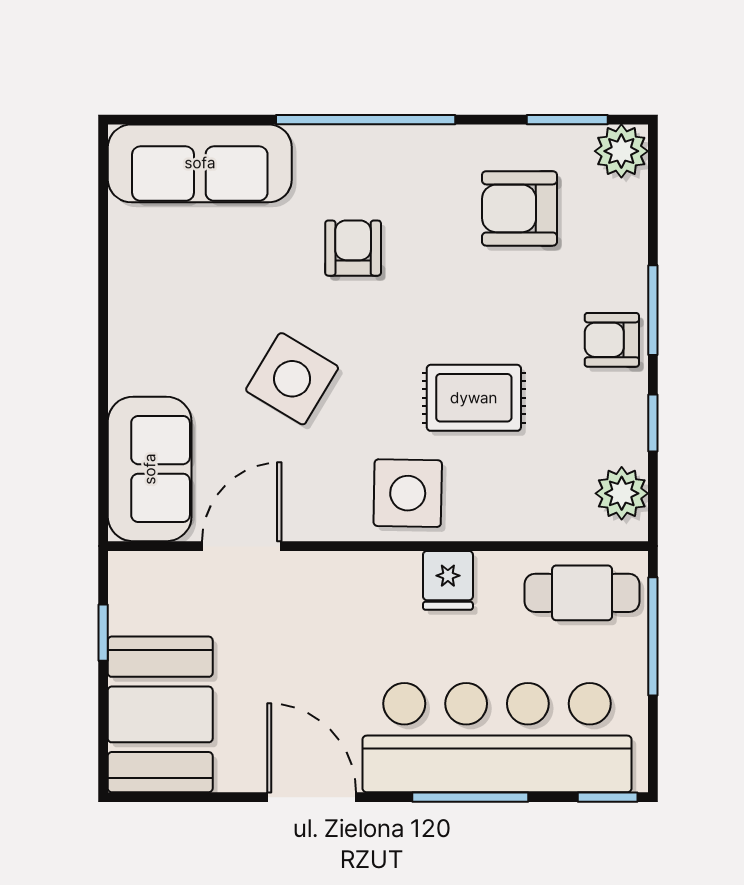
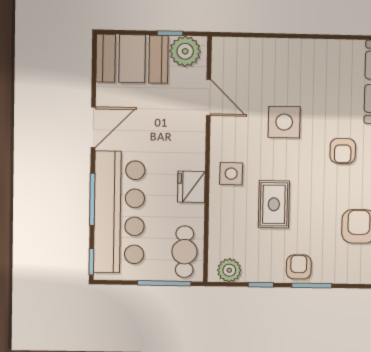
armchair: (353, 248) -> (343, 151), turned 90
side table: (292, 379) -> (284, 122), turned -31
sofa: (150, 469) -> (244, 56), removed
side table: (408, 493) -> (231, 174), width x0.73, depth x0.73
fridge: (448, 580) -> (191, 187), width x1.38
plant: (142, 599) -> (185, 51), added

